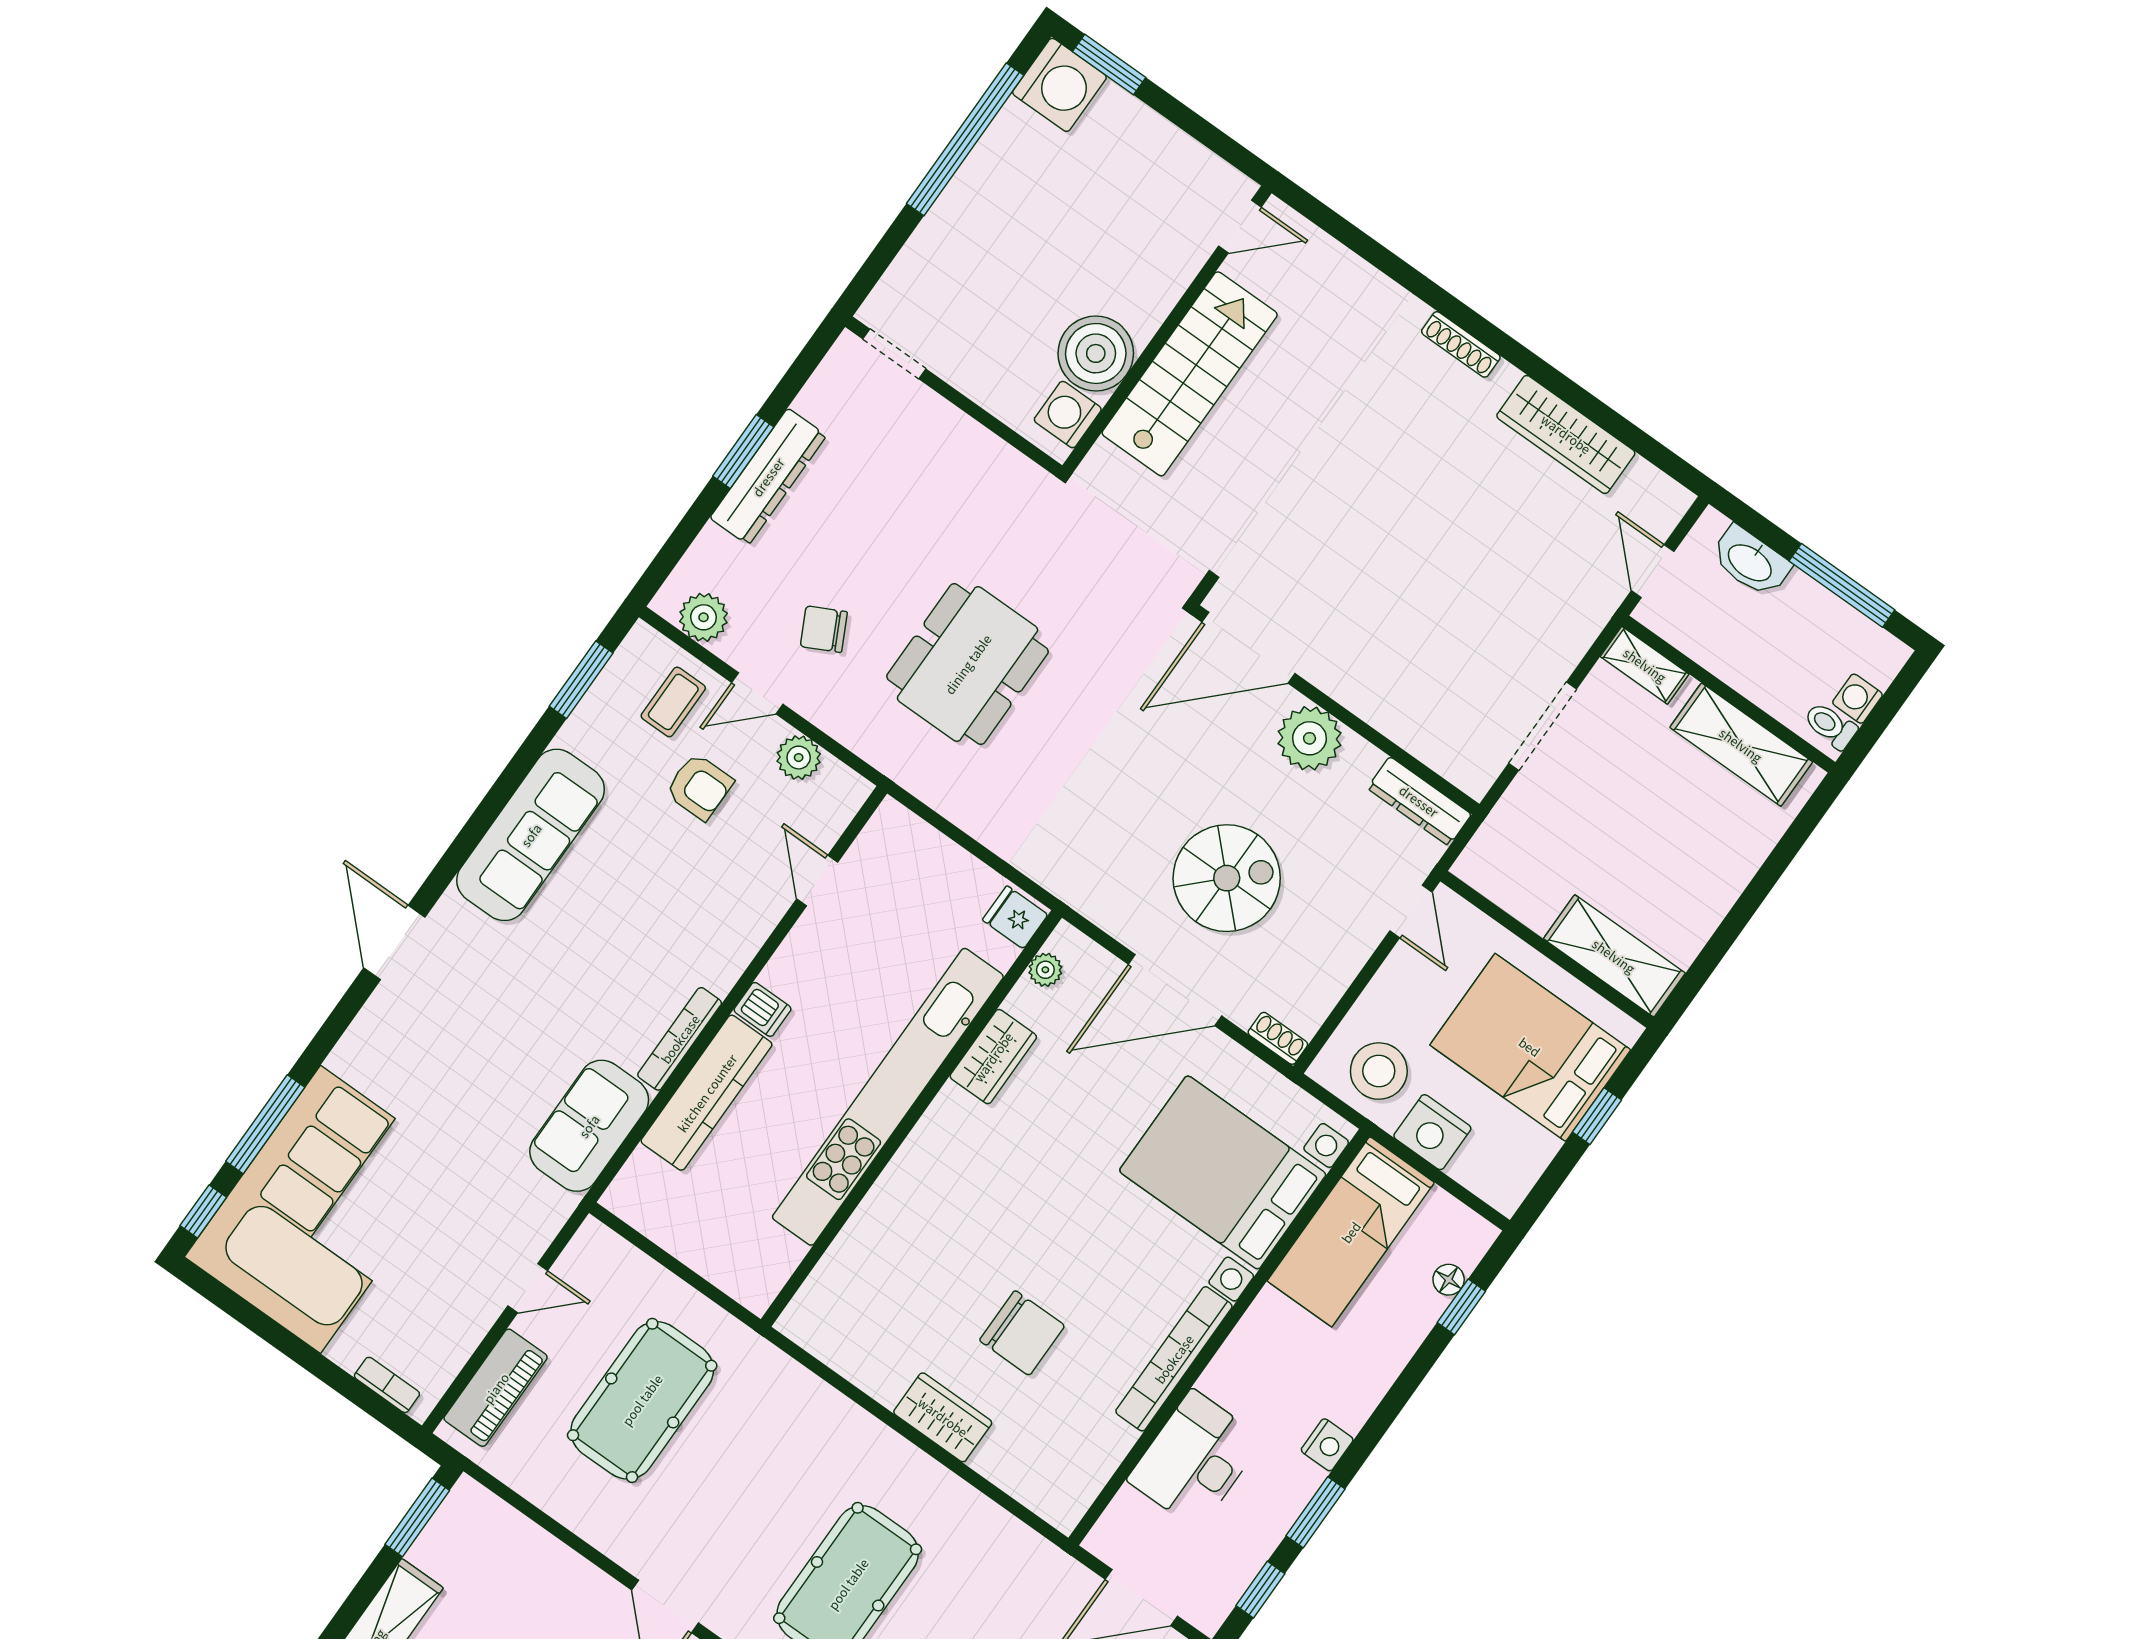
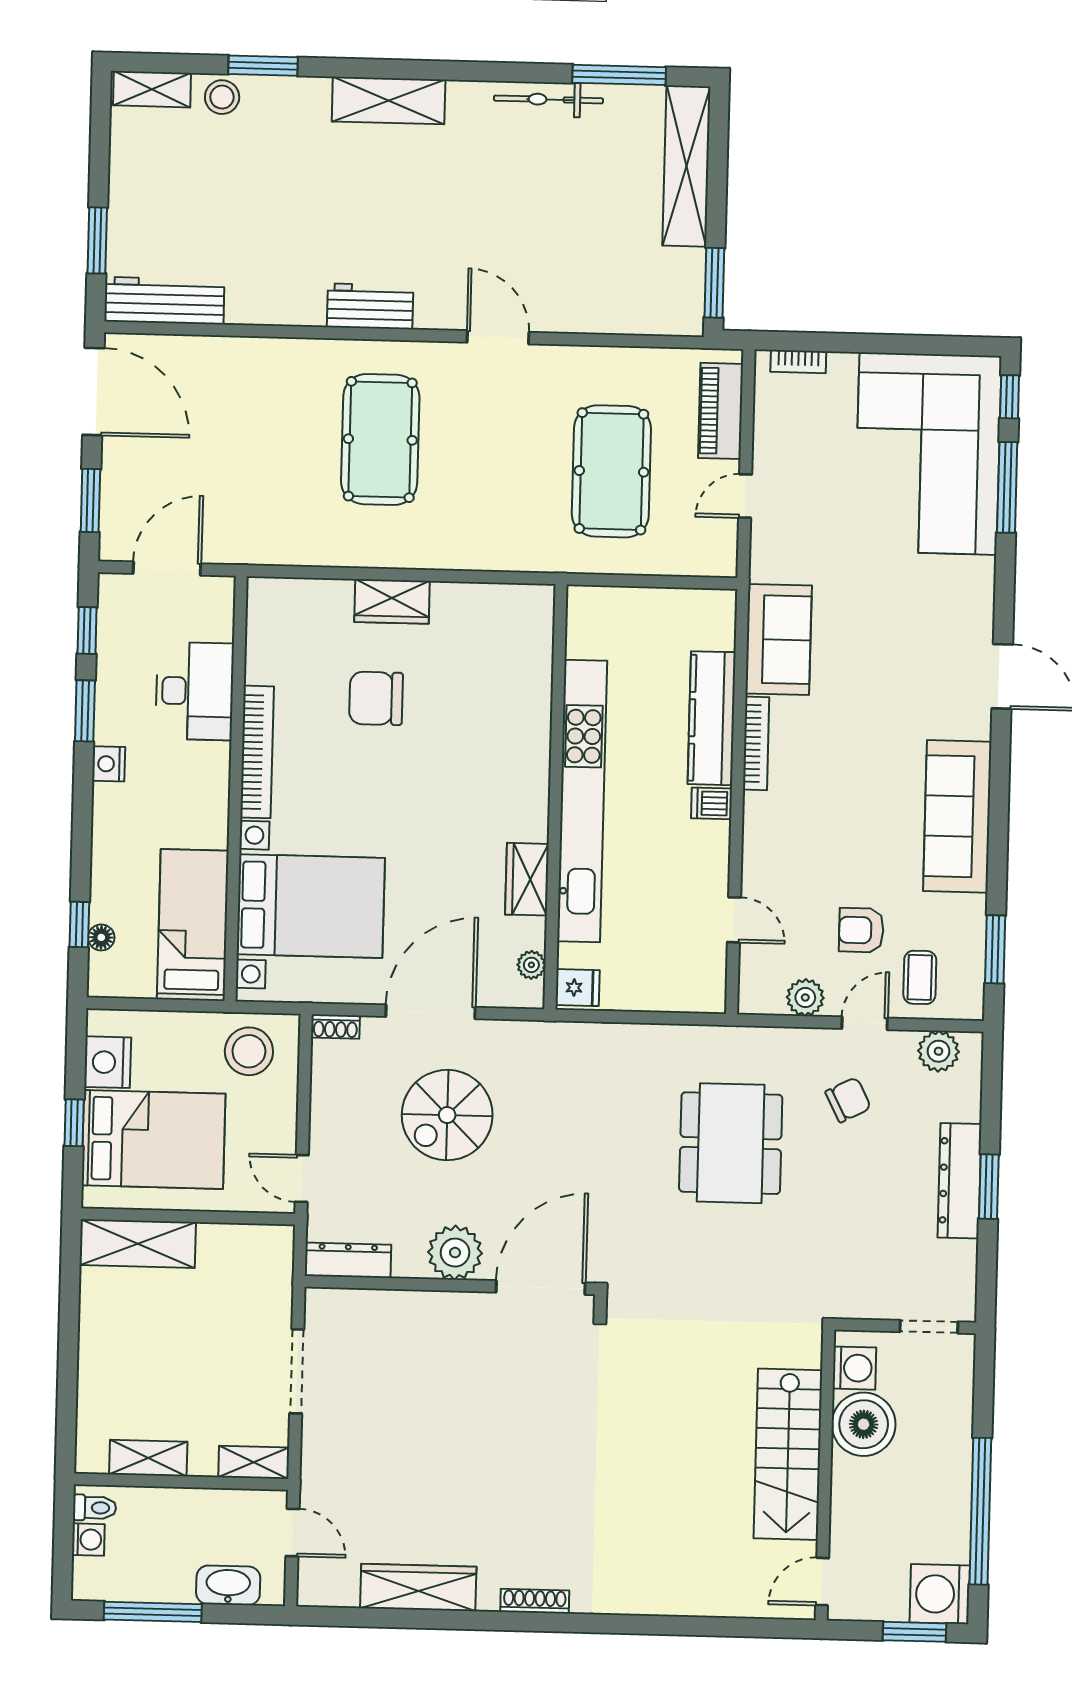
door: (1240, 227) -> (822, 1582), moved
wall: (1167, 329) -> (825, 1475), moved
boiler: (1096, 353) -> (864, 1424), moved
stairs: (1190, 374) -> (788, 1454), moved
washing machine: (1068, 415) -> (854, 1368), moved
shelving: (1741, 745) -> (148, 1458), width x0.67, depth x0.75
nightstand: (1432, 1132) -> (108, 1062), moved, turned -90

